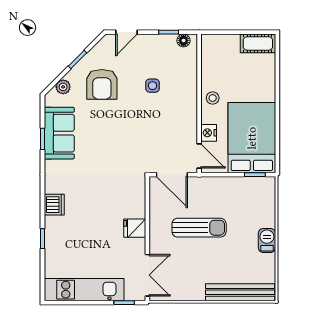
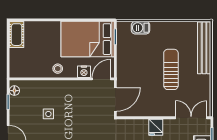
sun lounger: (199, 228) -> (171, 69), moved
barbecue: (267, 240) -> (141, 28), moved

